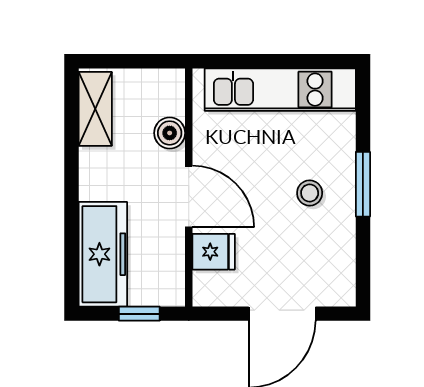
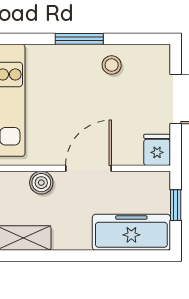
stool: (310, 193) -> (112, 65), moved
fridge: (214, 252) -> (157, 150), moved

